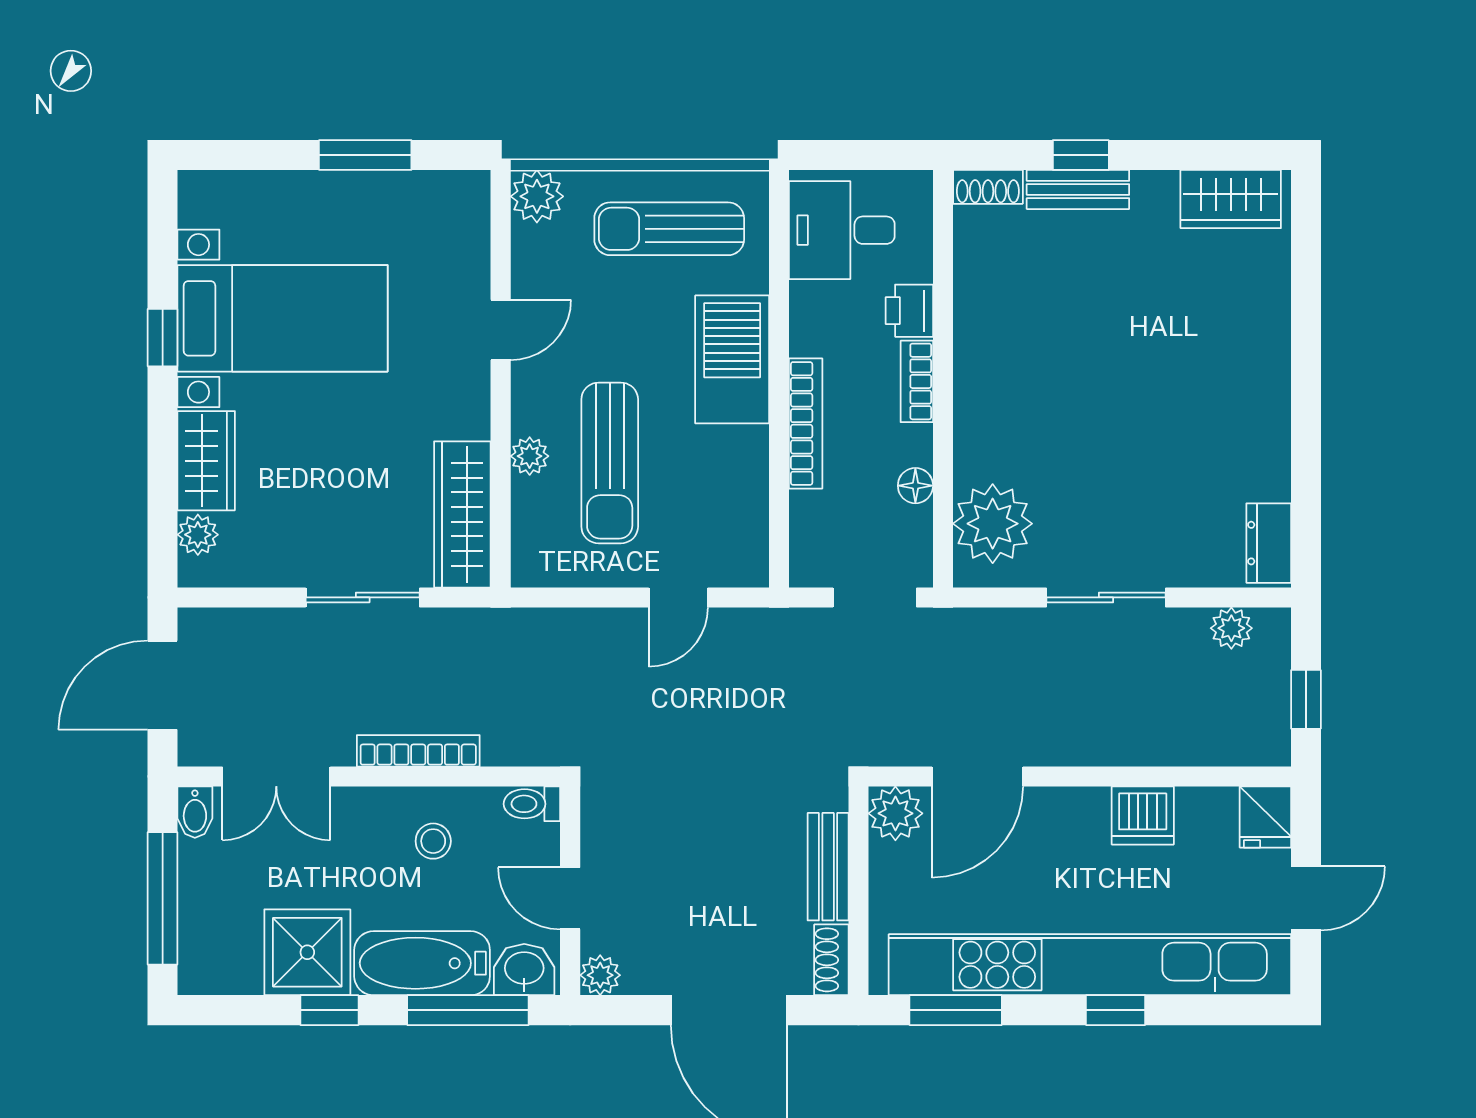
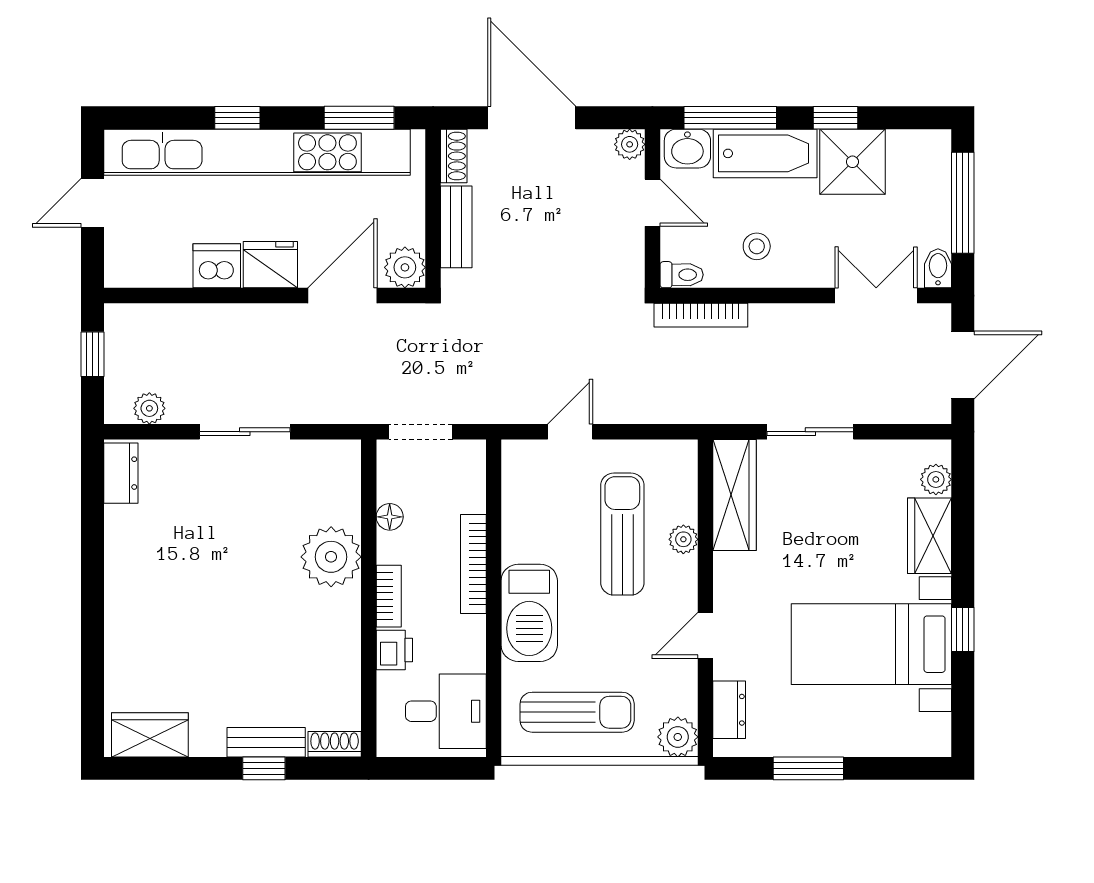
dresser: (469, 232) -> (729, 710), added
plant: (993, 524) -> (331, 557), moved
bookcase: (418, 751) -> (701, 315), moved
fridge: (1265, 817) -> (270, 265), moved, width x1.38

